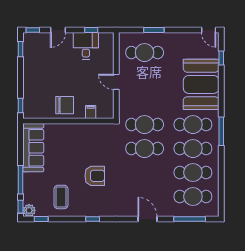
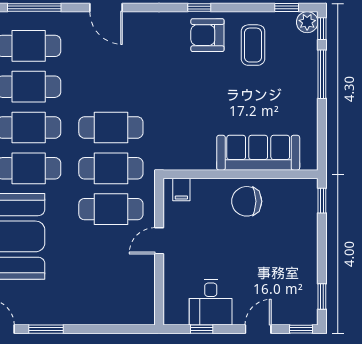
window: (154, 30) -> (46, 329), moved
cafe table: (145, 53) -> (111, 209), moved
door: (116, 82) -> (159, 241), swing flipped
filing cabinet: (91, 112) -> (181, 190), moved
sofa: (33, 148) -> (258, 153), moved, turned 90
armchair: (95, 176) -> (207, 35), moved

